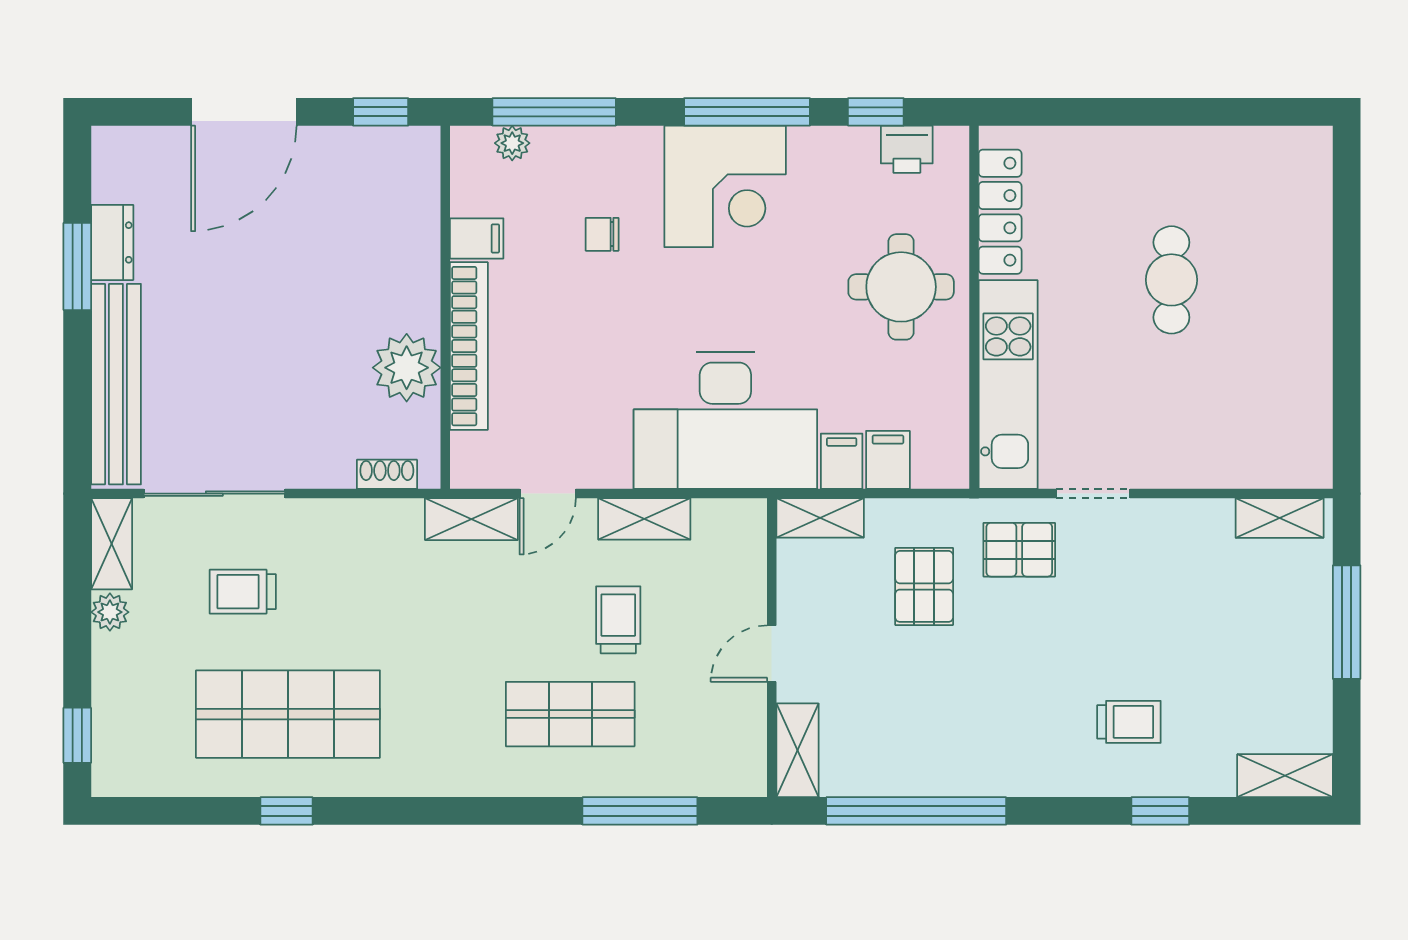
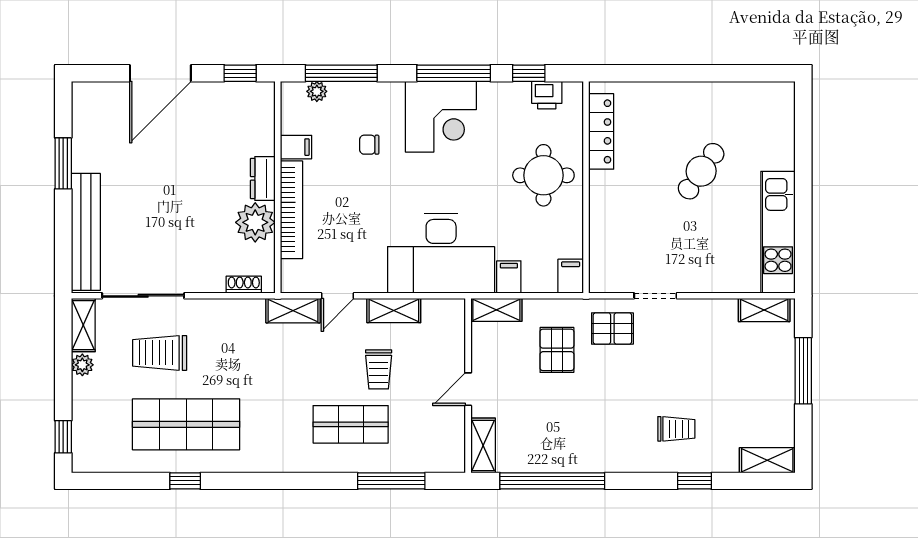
dresser: (112, 242) -> (263, 178), moved, turned 180
cafe table: (1171, 280) -> (701, 171), turned 35
kitchen unit: (1008, 385) -> (778, 232), moved, turned 180
filing cabinet: (888, 460) -> (571, 276), moved
trolley: (243, 592) -> (160, 353), width x1.36, depth x1.39
trolley: (618, 620) -> (379, 369), turned 180

